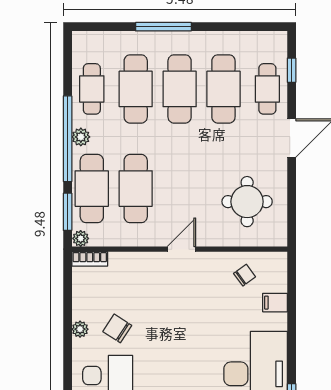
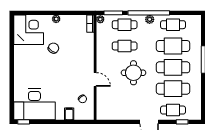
cafe table: (92, 189) -> (125, 25), width x0.73, depth x0.74
cafe table: (136, 189) -> (125, 46), width x0.73, depth x0.74
round table: (247, 202) -> (133, 73), moved
door: (181, 249) -> (95, 79), moved
chair: (117, 328) -> (53, 48), moved

